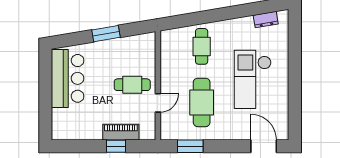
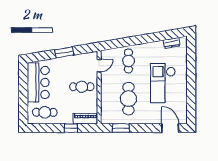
door: (158, 103) -> (99, 66), moved
cafe table: (77, 123) -> (45, 112), added
piano: (121, 132) -> (85, 119), moved

